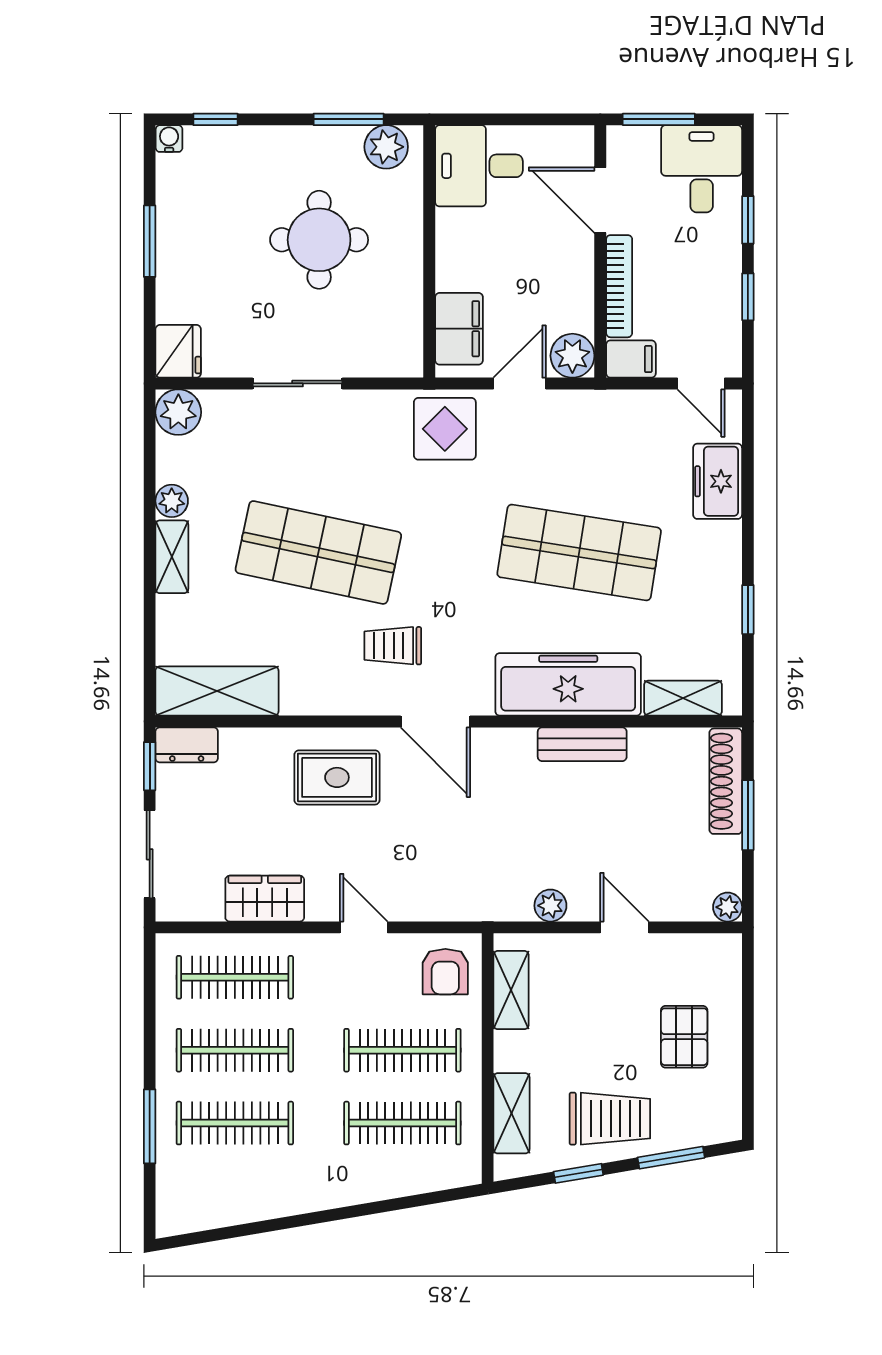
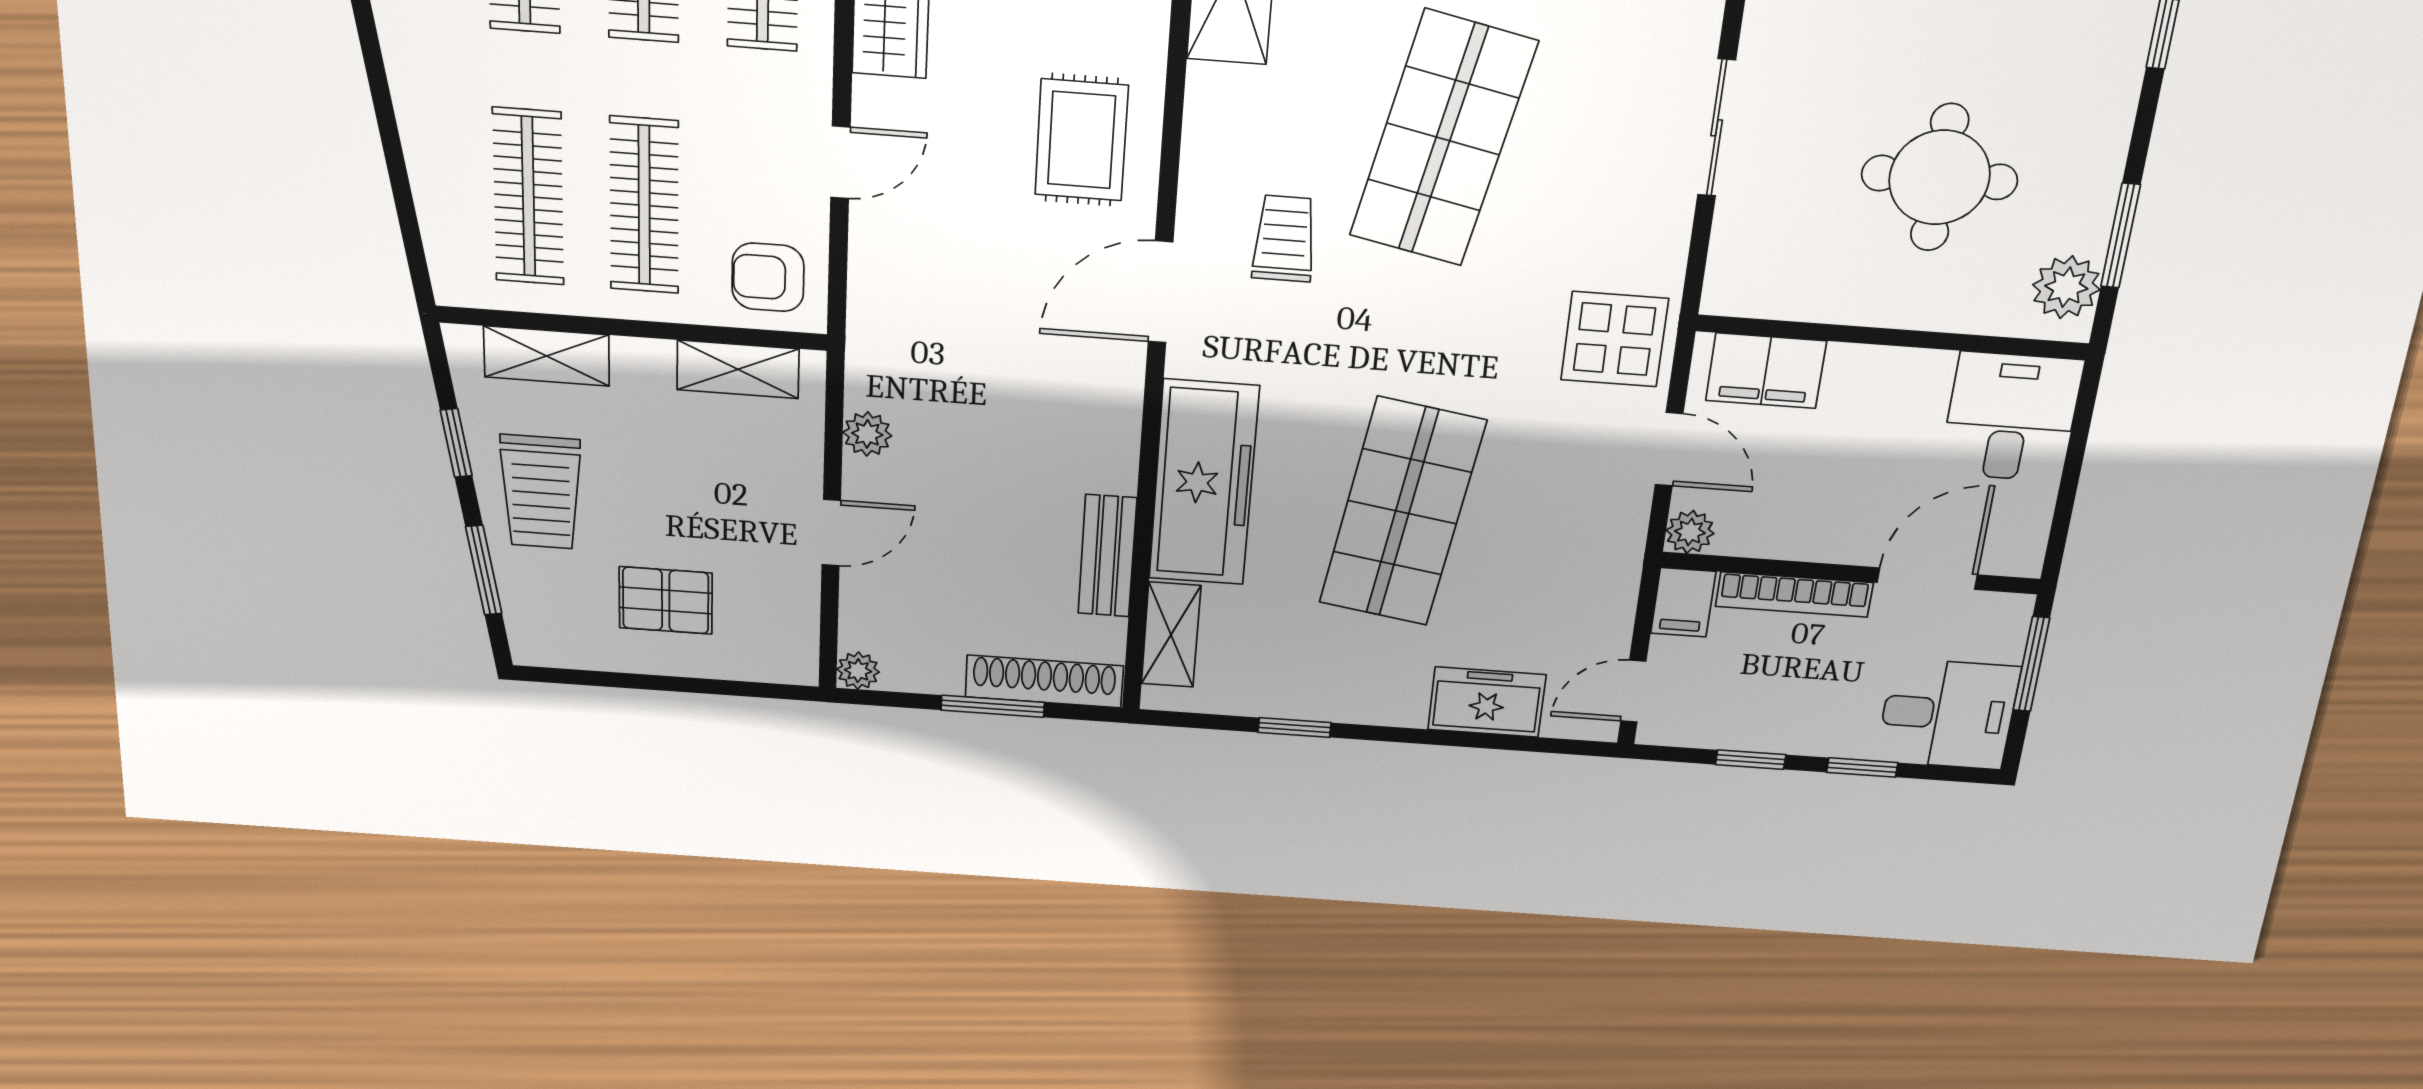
plant: (572, 356) -> (1690, 532), width x0.73, depth x0.73
bench: (582, 744) -> (1107, 556), moved

